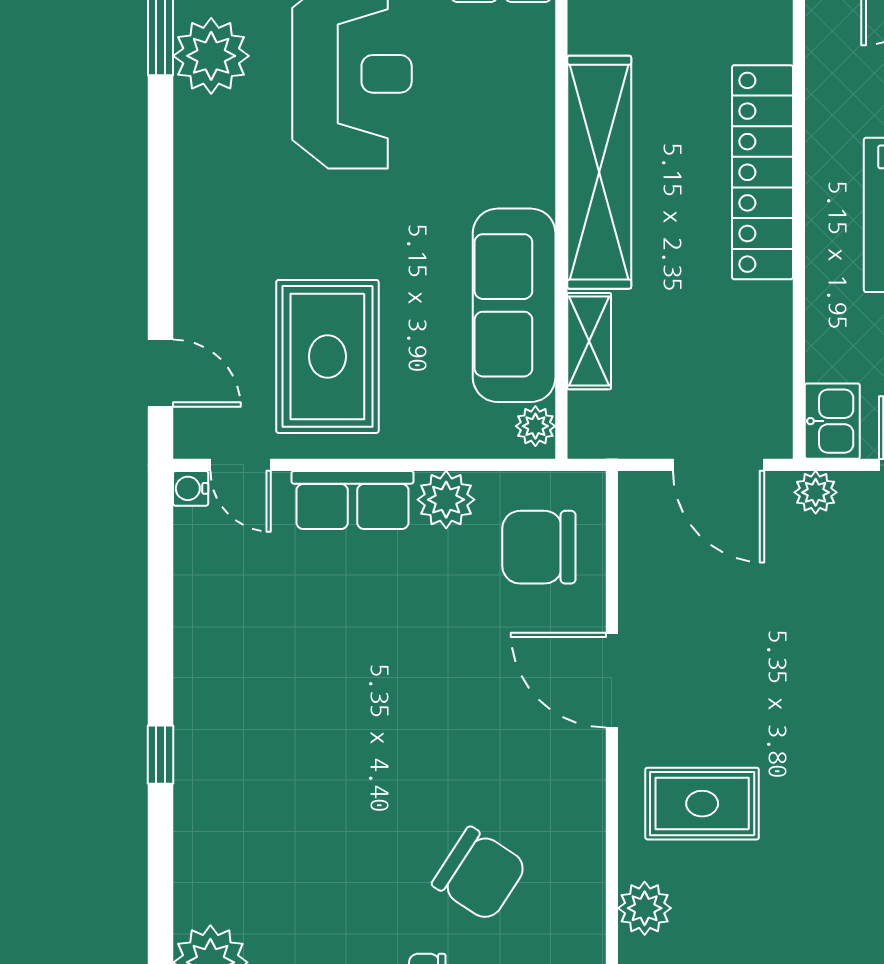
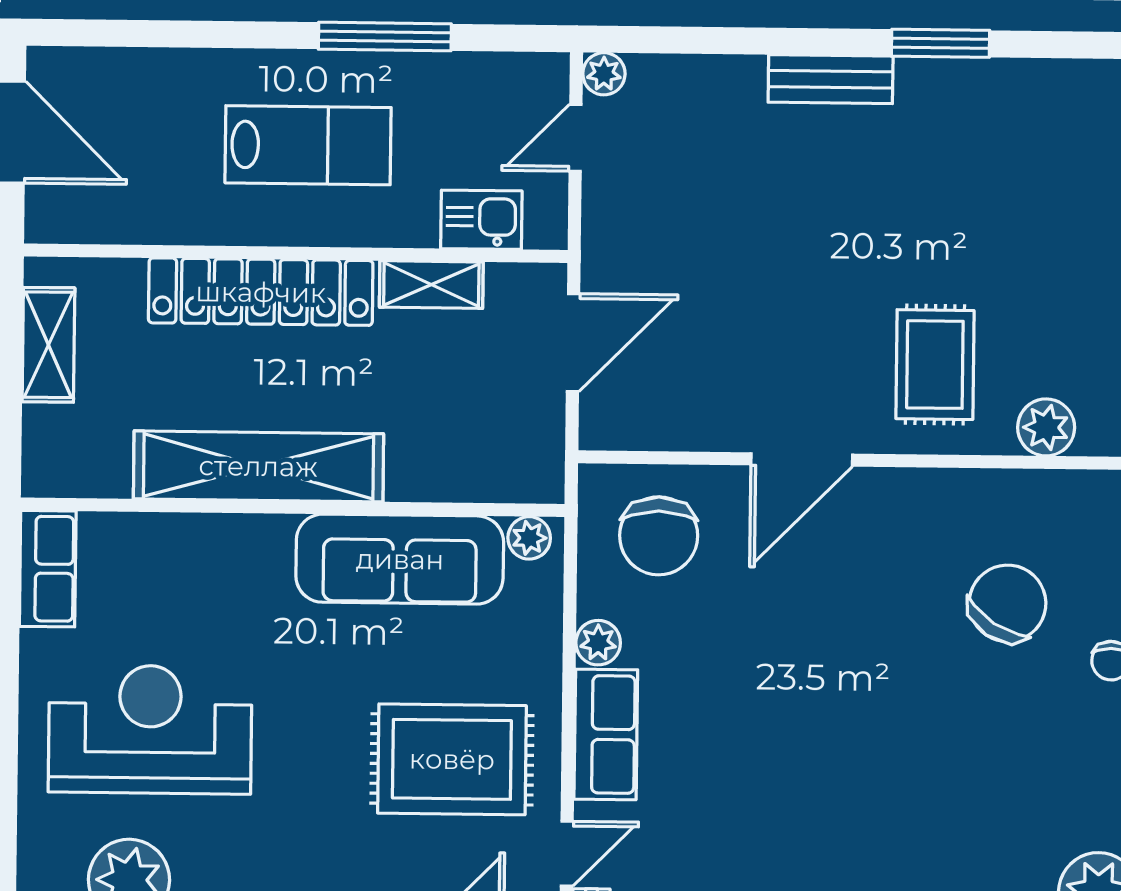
shelving: (589, 341) -> (431, 285), moved
kitchen sink: (832, 421) -> (481, 220), moved
plant: (816, 492) -> (604, 239), removed
plant: (446, 500) -> (598, 643), width x0.73, depth x0.73

